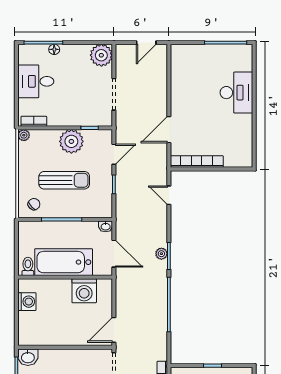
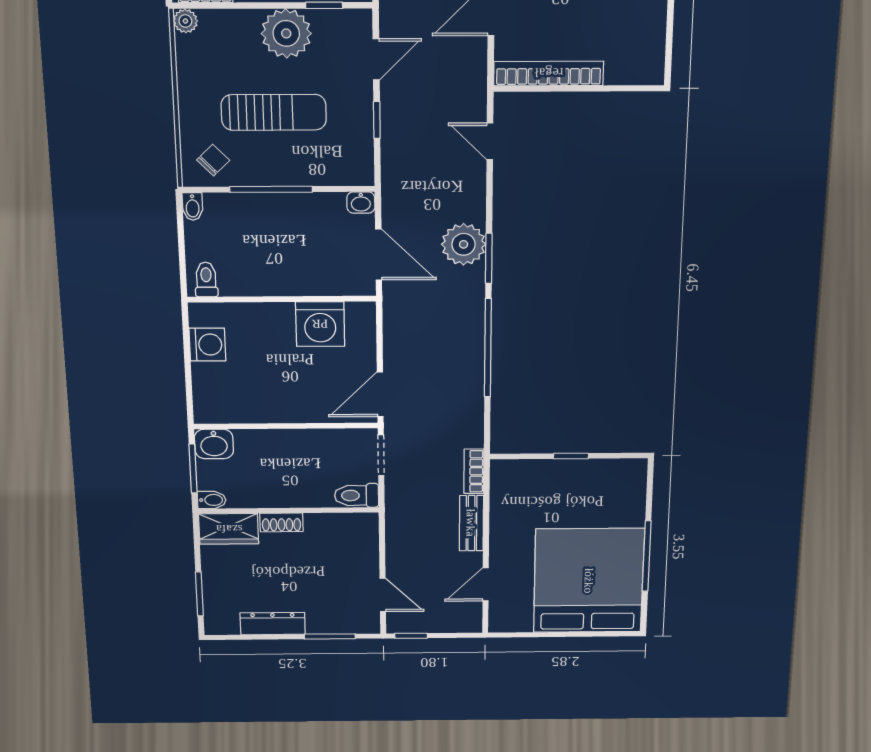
bidet: (23, 228) -> (193, 206), added
plant: (161, 254) -> (464, 244), width x1.87, depth x1.87
bathtub: (64, 262) -> (277, 271), removed

